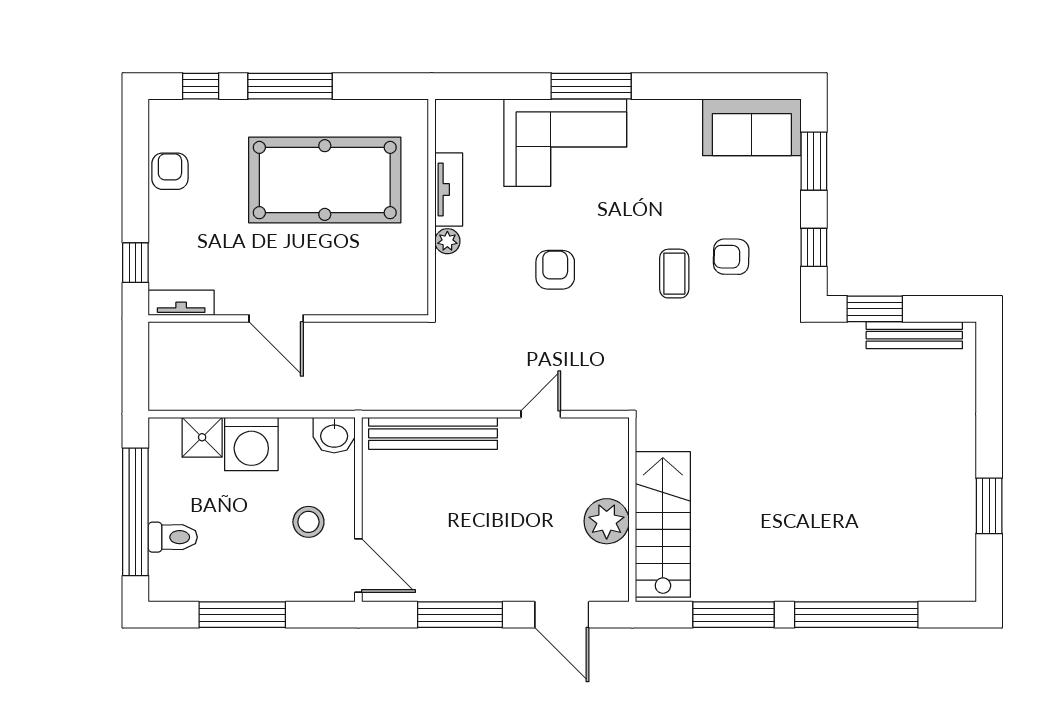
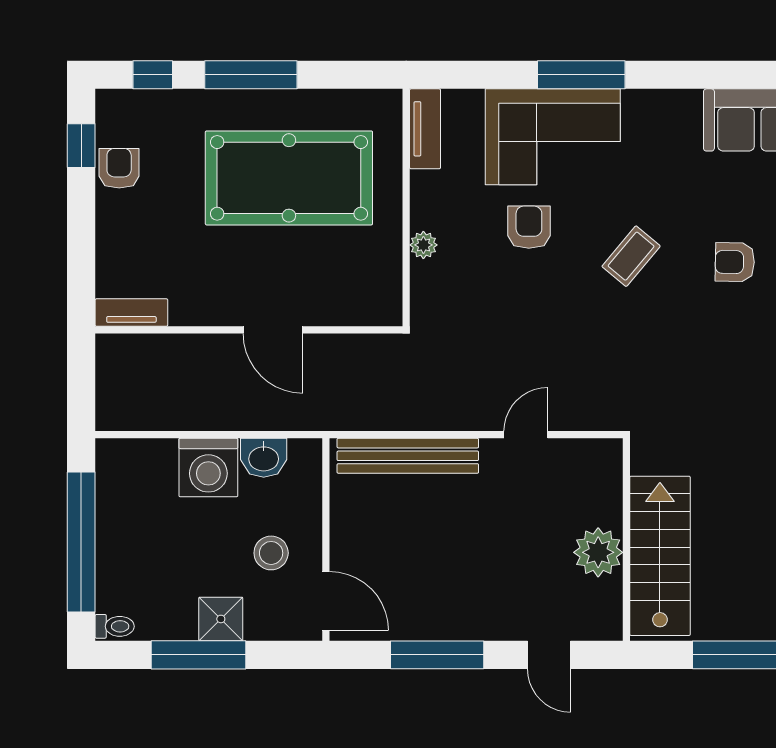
tv unit: (449, 190) -> (425, 129), moved
window: (135, 263) -> (81, 146), moved
armchair: (555, 270) -> (529, 227), moved
coffee table: (674, 274) -> (631, 256), moved, turned 40
door: (276, 319) -> (273, 330), moved
washbasin: (334, 435) -> (264, 458), moved
shower: (202, 437) -> (221, 619), moved
toilet: (173, 537) -> (115, 626), moved, width x0.73, depth x0.72
door: (562, 615) -> (549, 655), width x0.73

